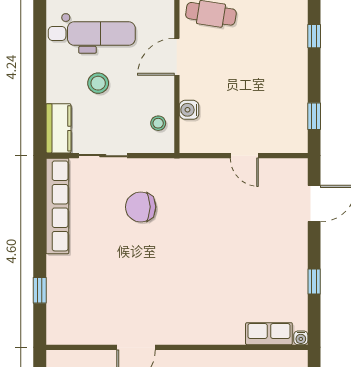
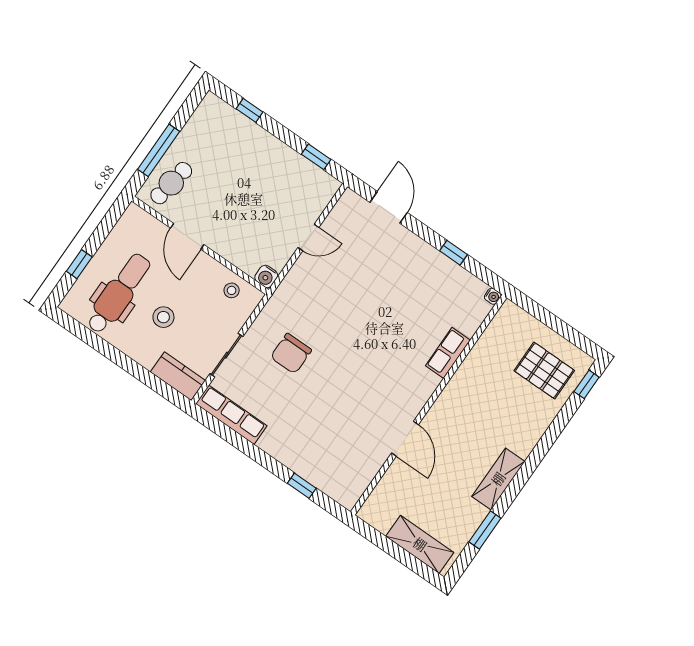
water cooler: (189, 110) -> (266, 276), moved
row of seats: (57, 206) -> (231, 415), width x0.73
row of seats: (269, 334) -> (448, 353), moved

